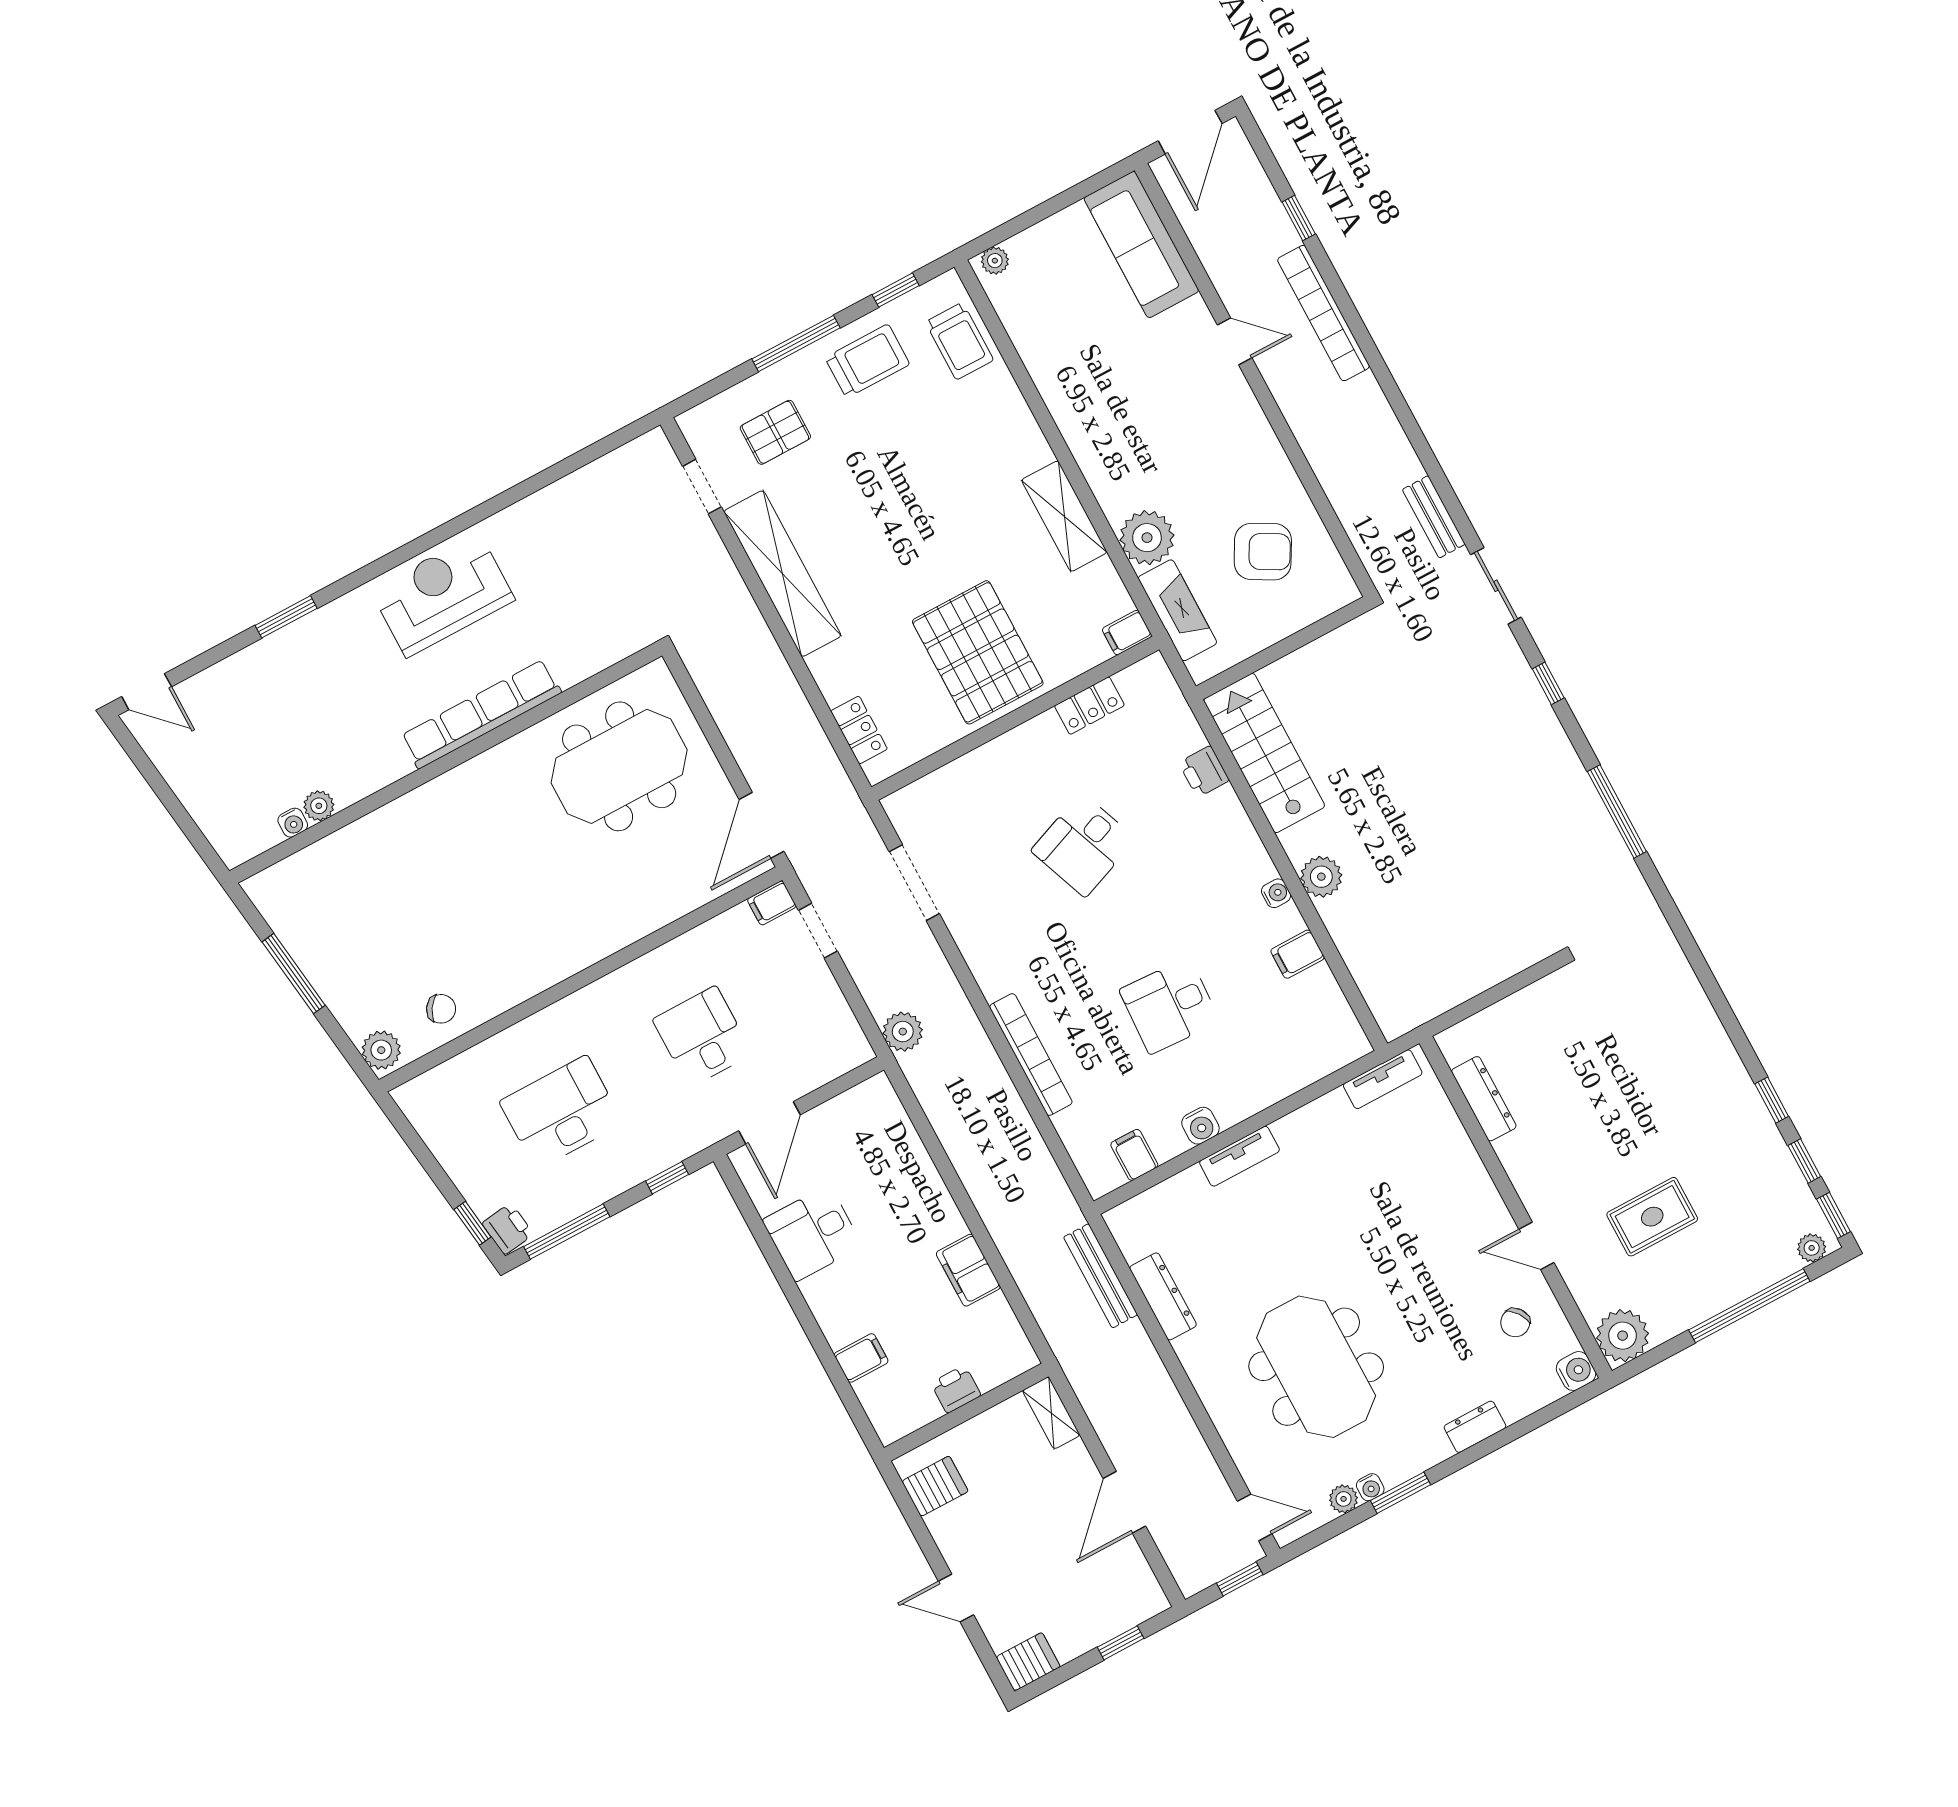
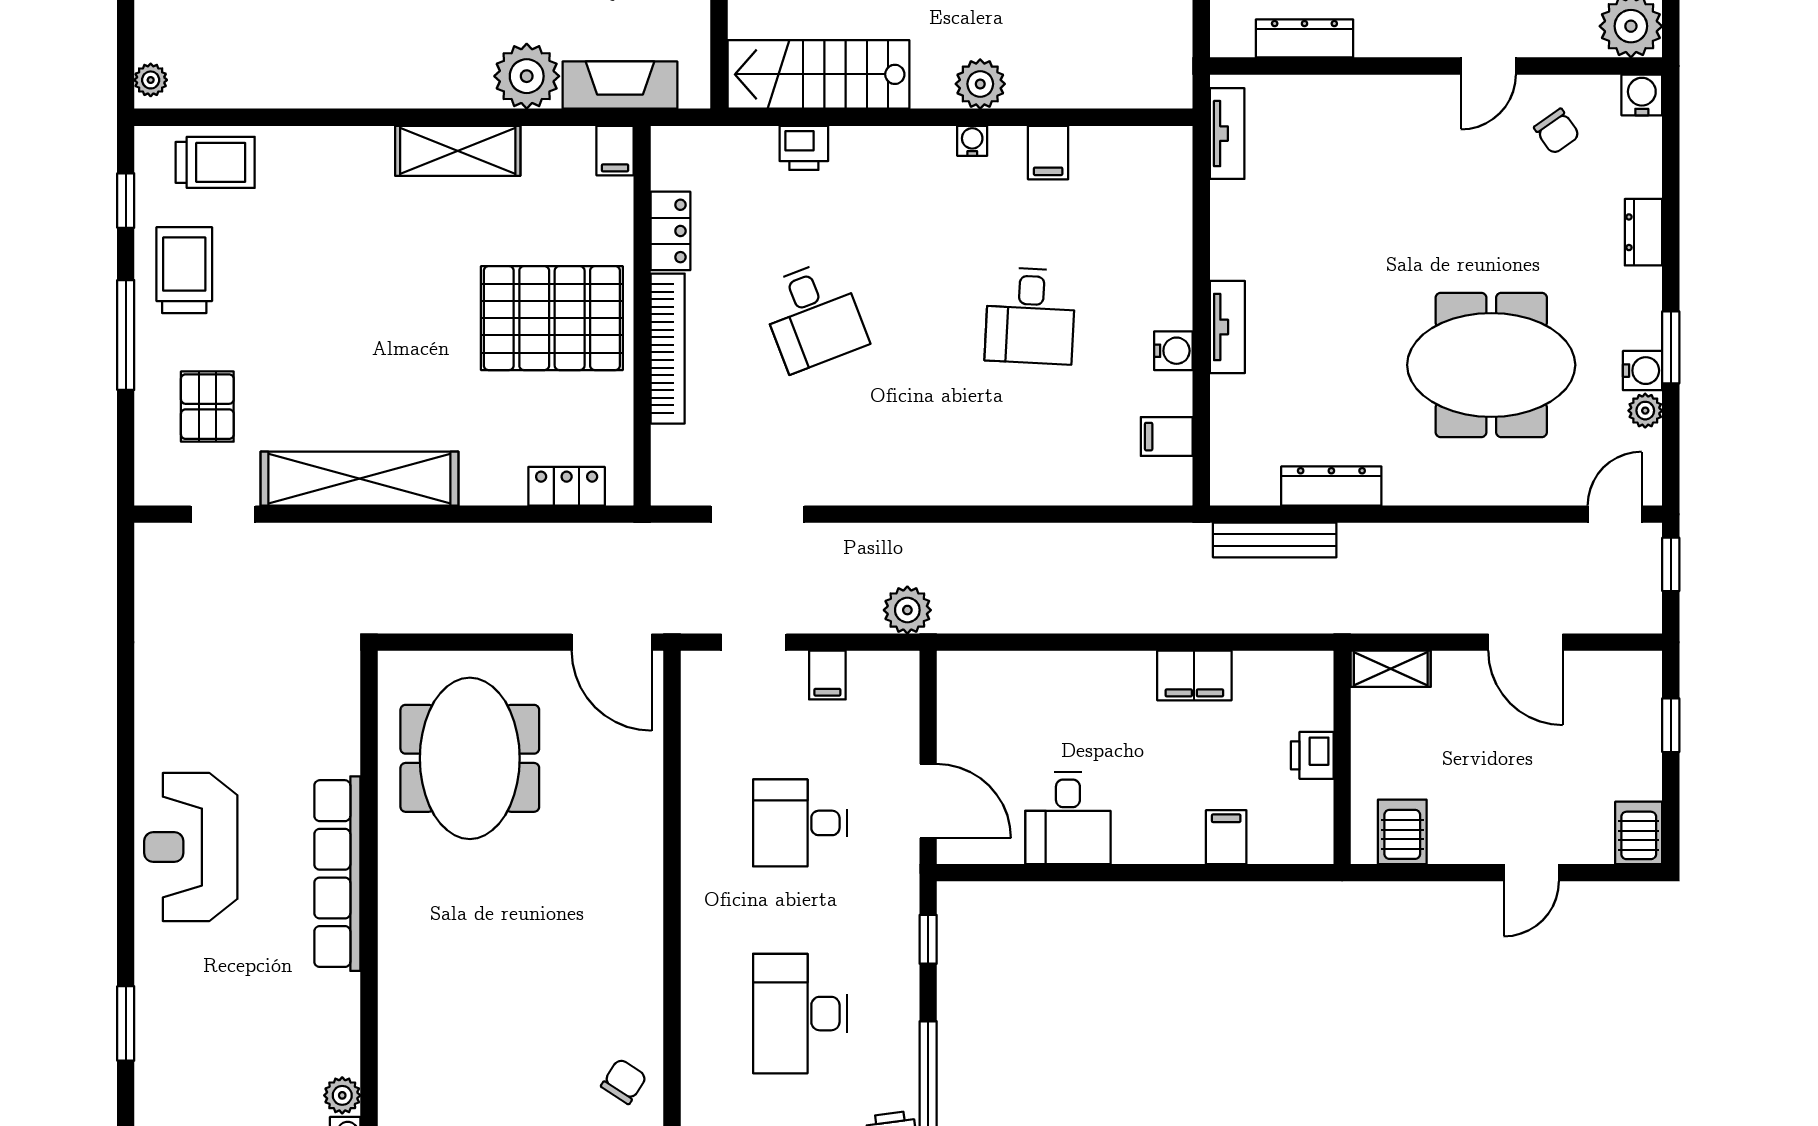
filing cabinet: (772, 903) -> (827, 675), moved
bookcase: (1031, 1055) -> (668, 349), moved, turned 90
water cooler: (1370, 1487) -> (1643, 371), width x1.38, depth x1.38

